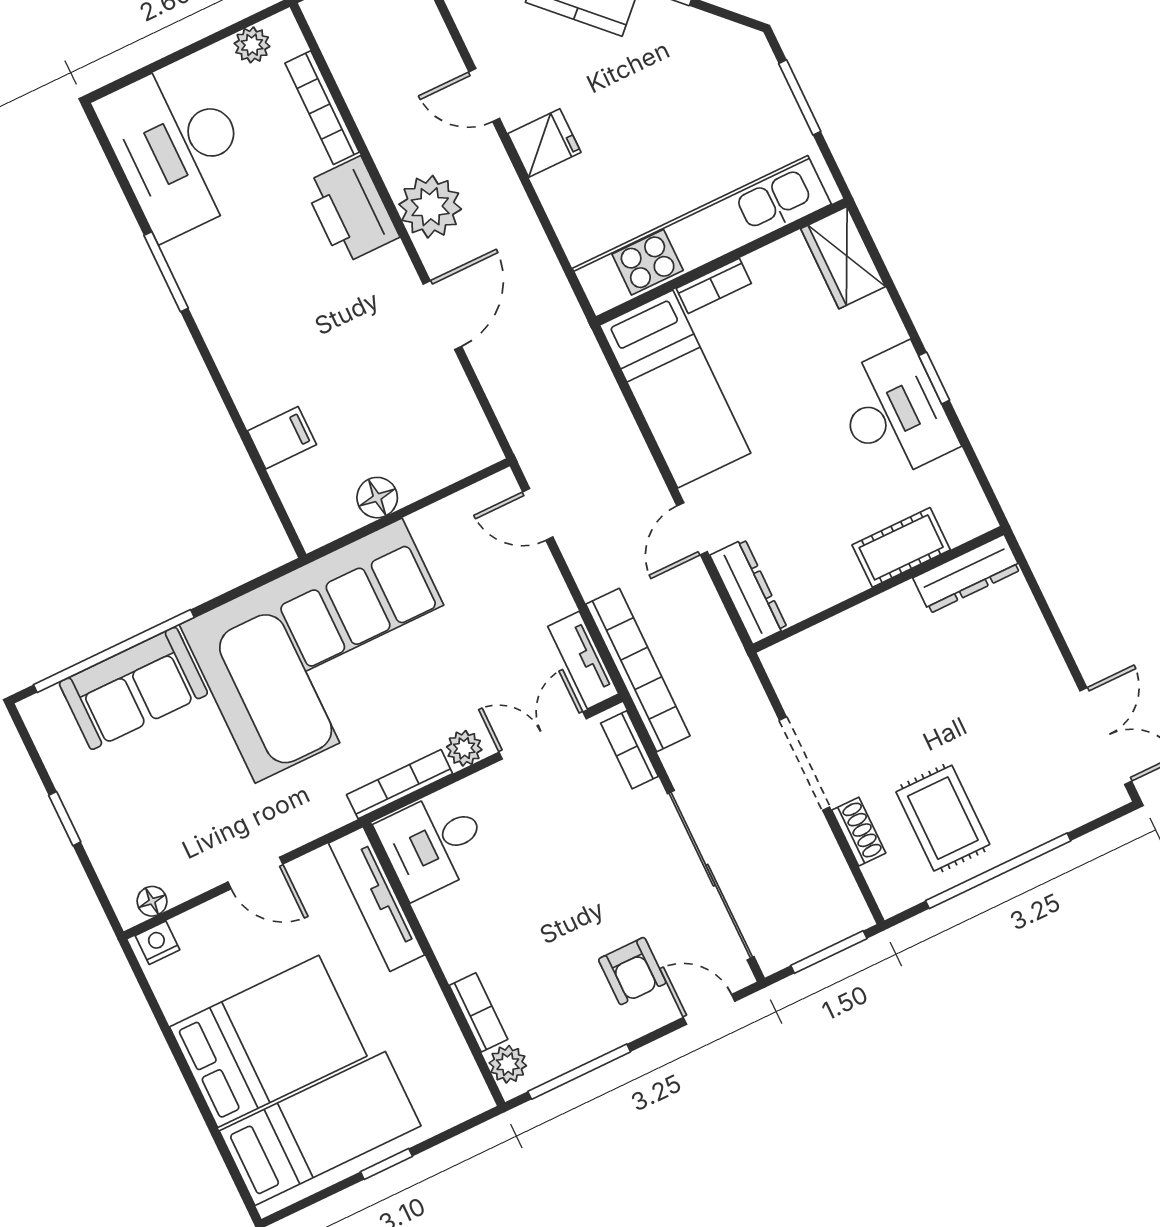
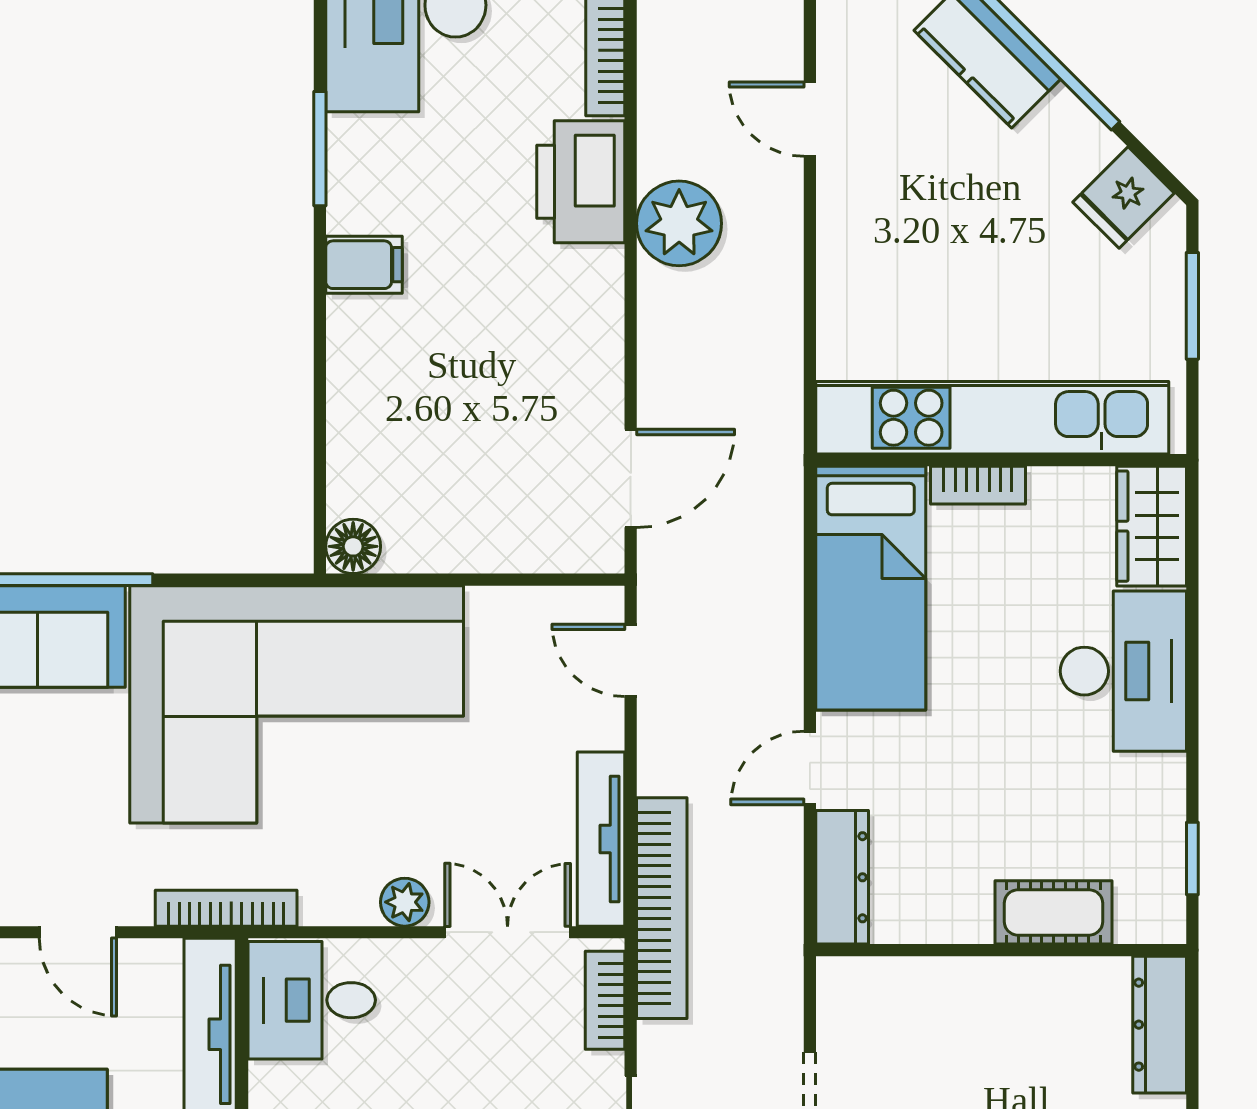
fridge: (544, 143) -> (1124, 198), moved, turned 135
door: (442, 315) -> (631, 478), moved
window: (934, 378) -> (1192, 859), moved
desk: (894, 413) -> (1123, 671), moved
filing cabinet: (282, 438) -> (364, 265), moved
floor lamp: (377, 498) -> (353, 546), moved
dresser: (967, 574) -> (1160, 1025), moved, turned 90
tv unit: (583, 660) -> (601, 839), width x1.41
bookcase: (400, 784) -> (226, 908), moved

